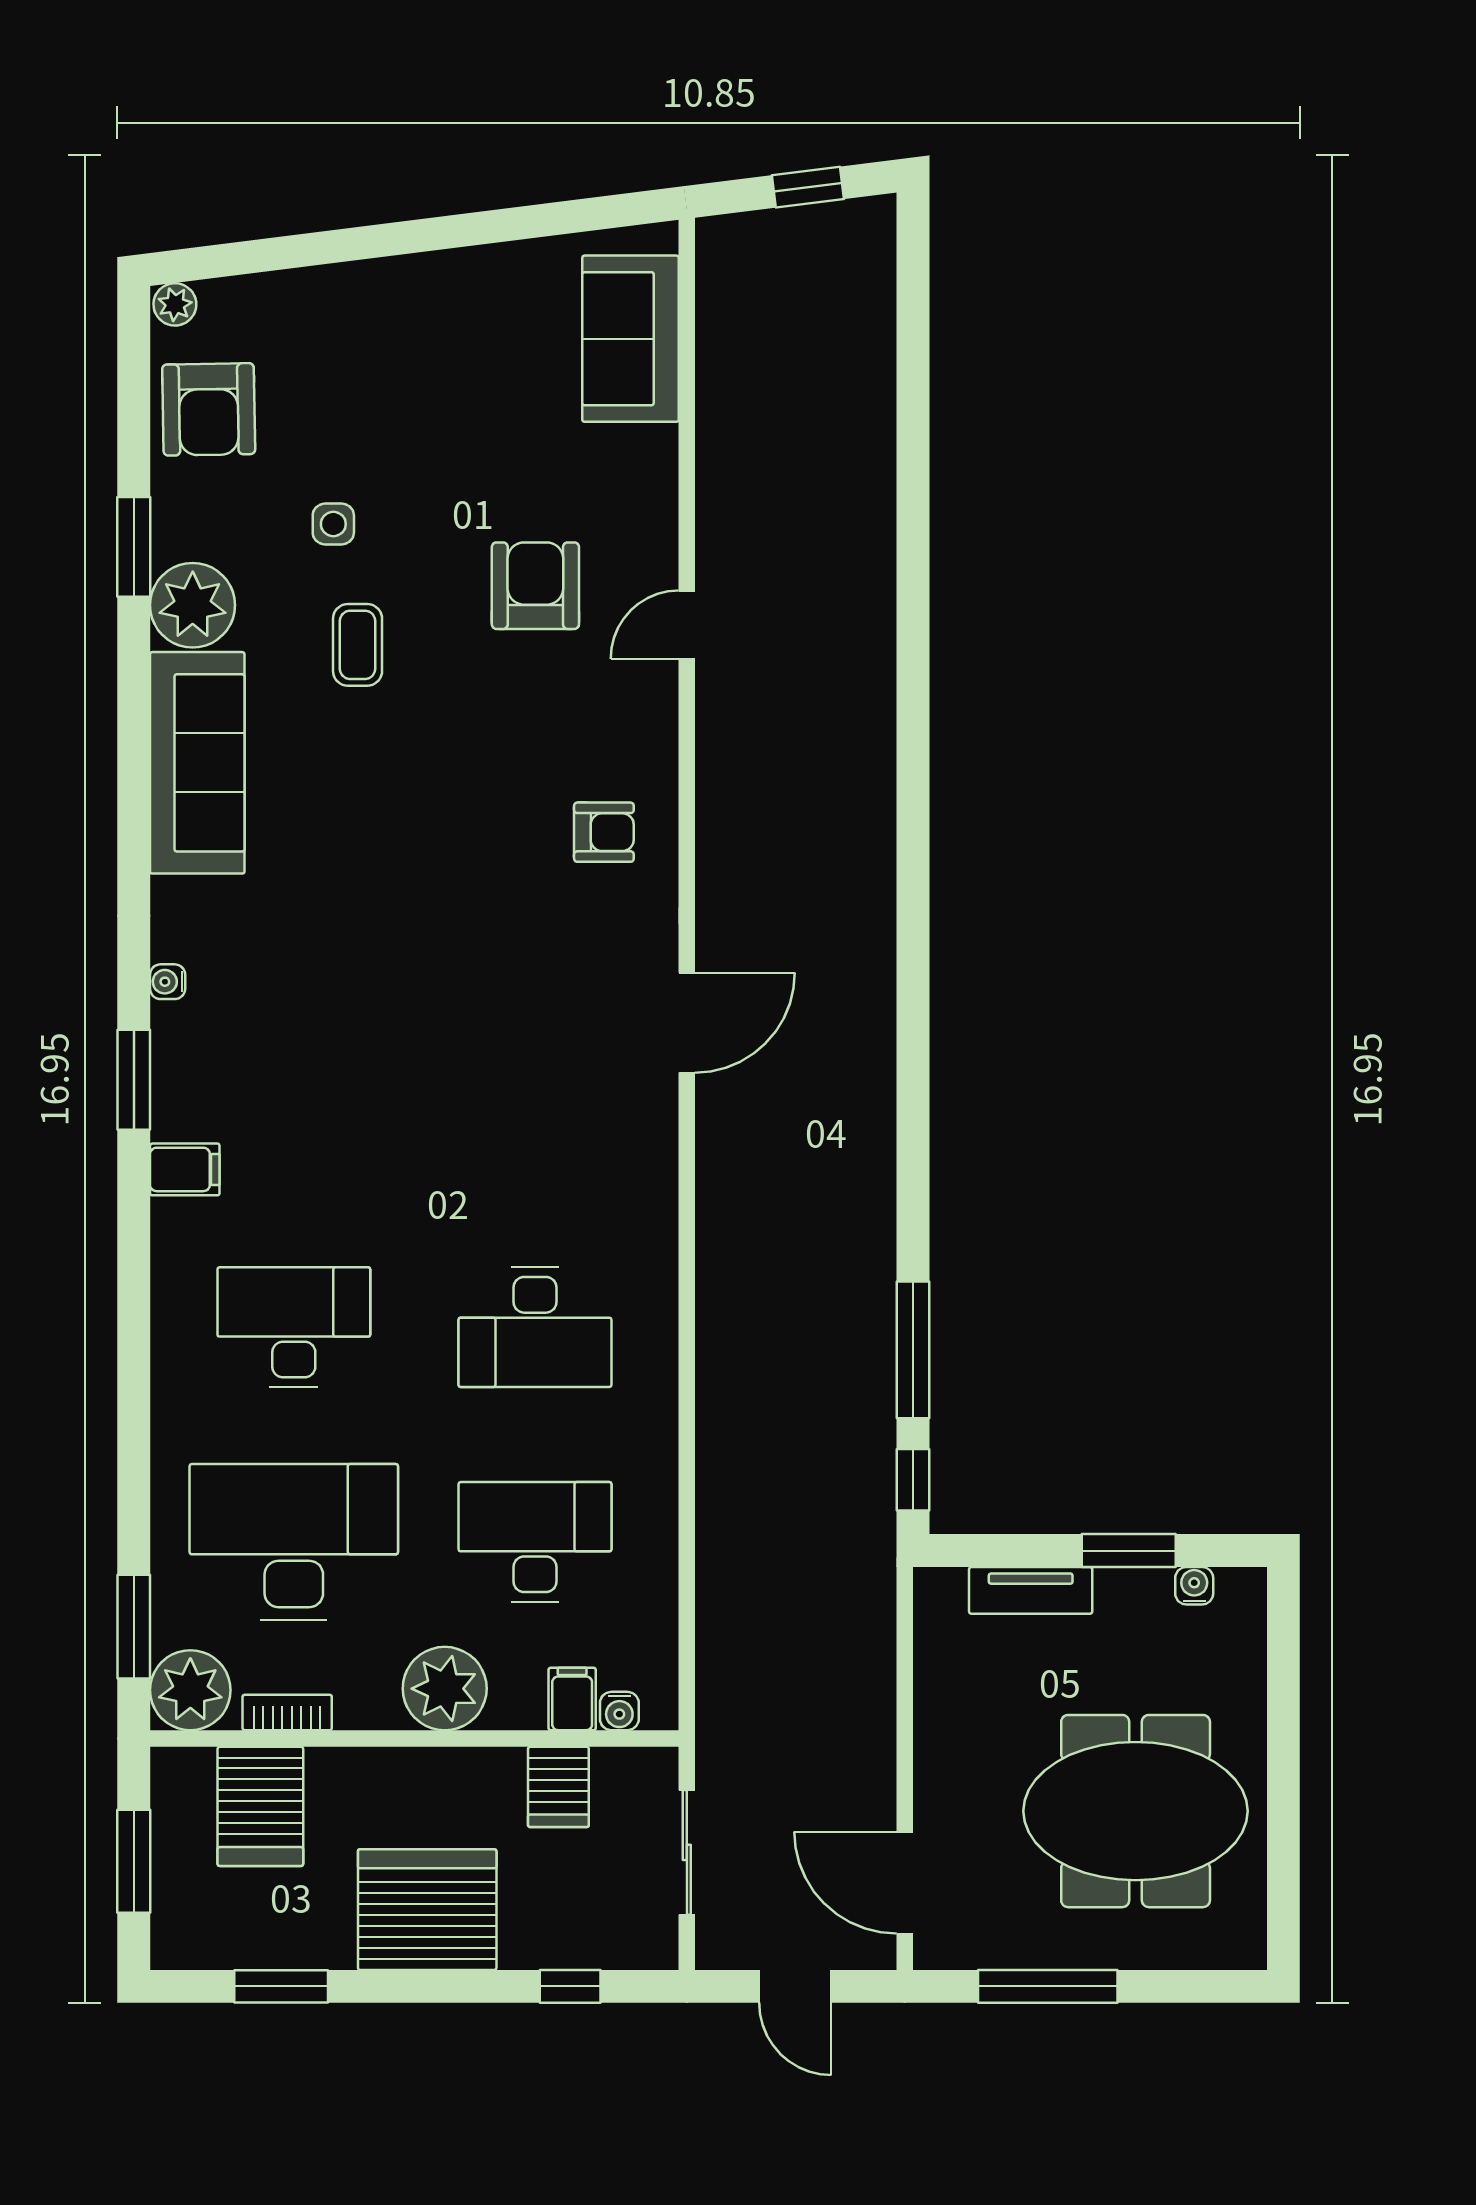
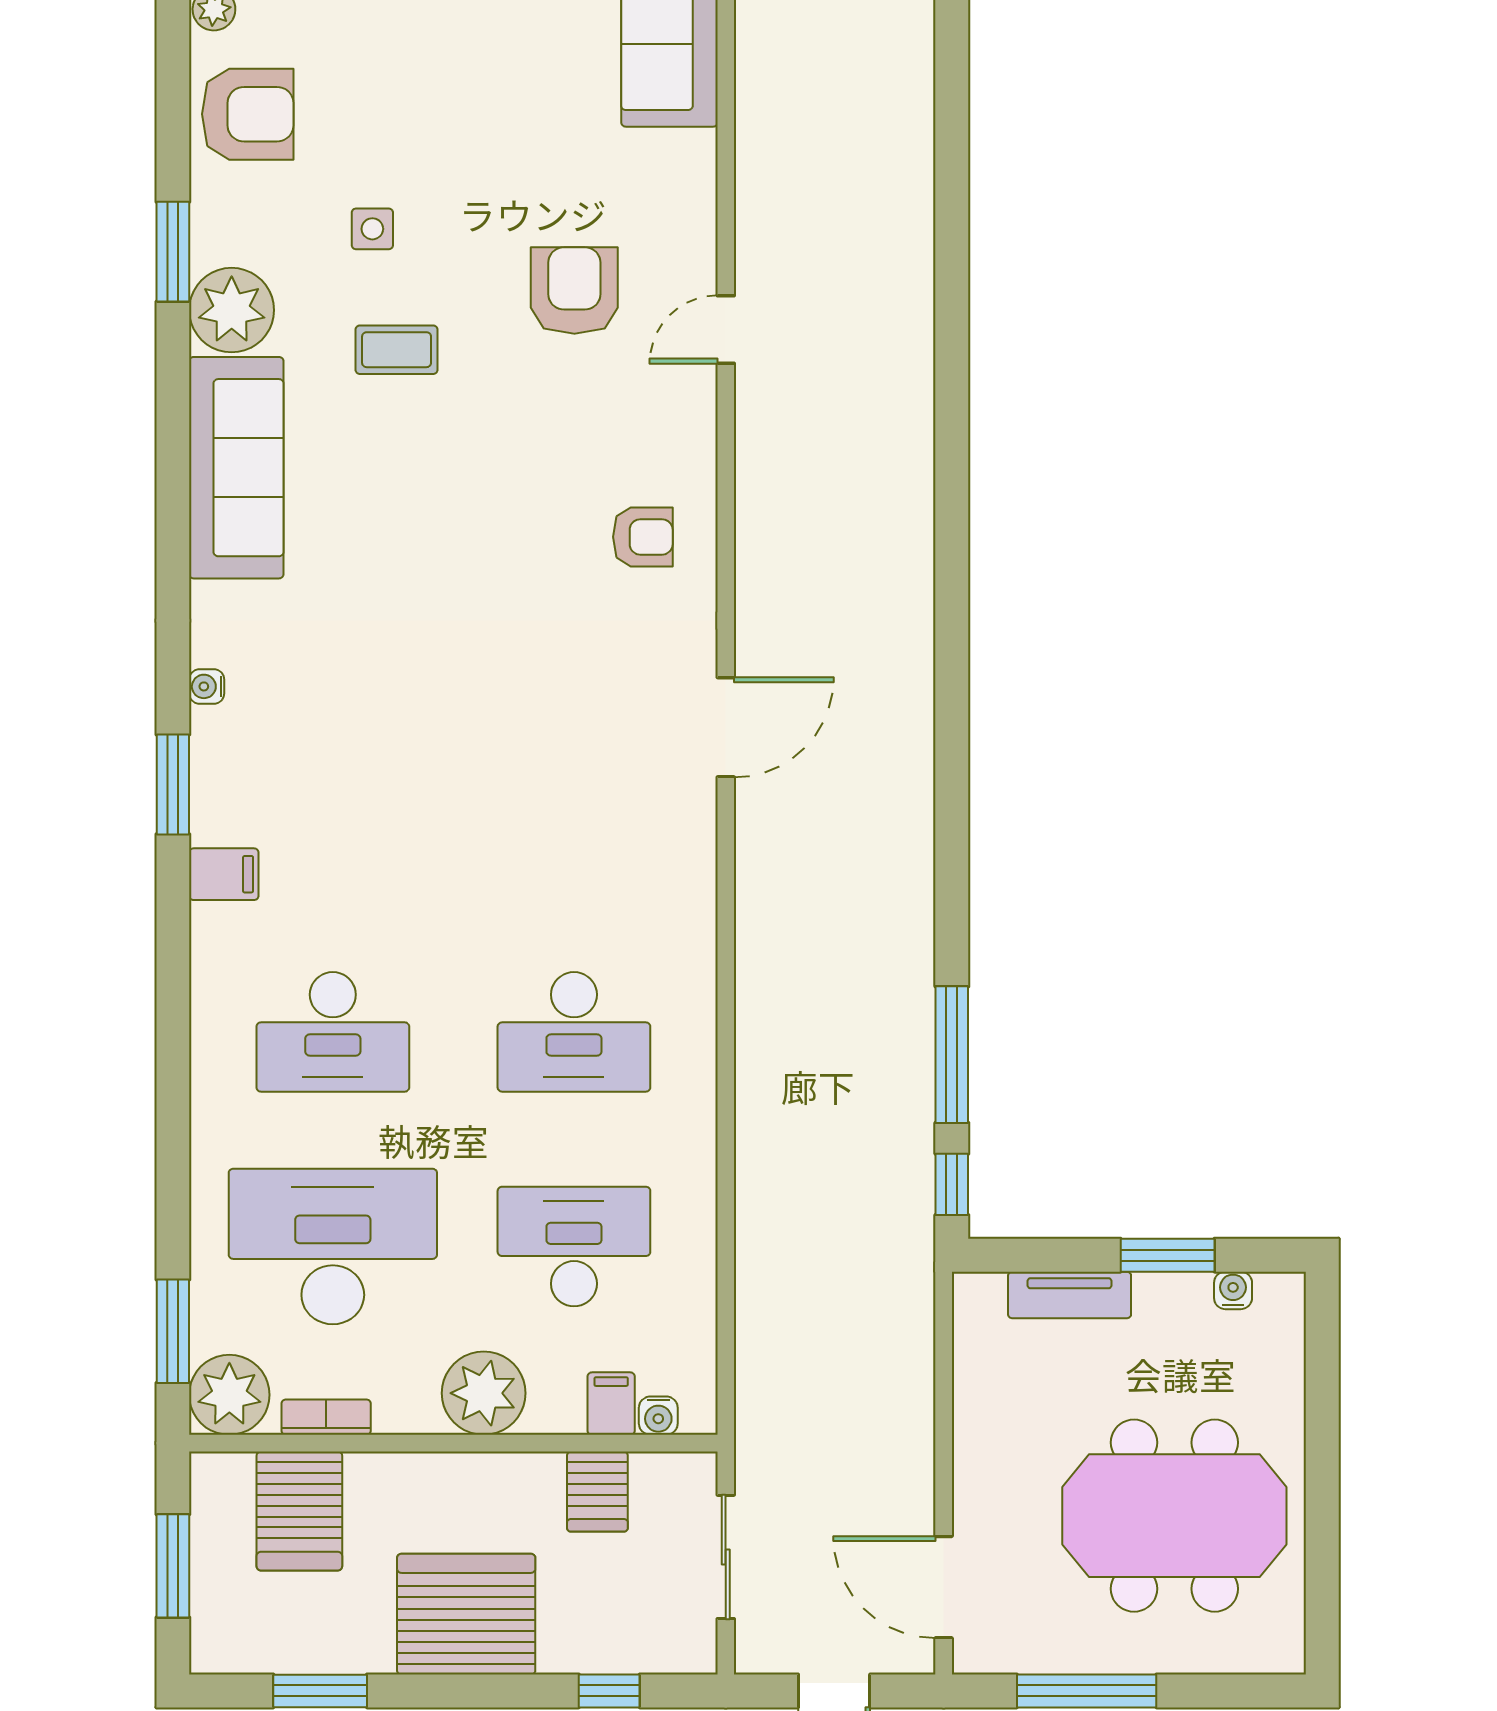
armchair: (209, 409) -> (248, 114), turned -89
coffee table: (358, 645) -> (397, 350), turned 90
desk: (294, 1327) -> (333, 1032), turned 180

